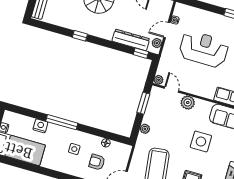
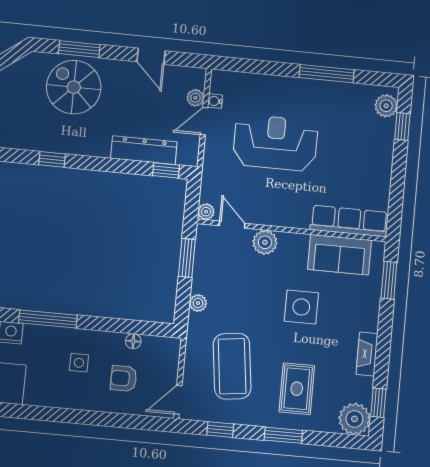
plant: (157, 43) -> (195, 98), moved

